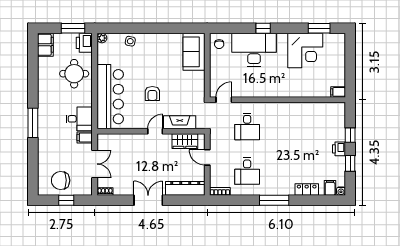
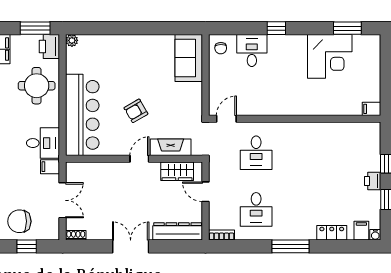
side table: (130, 41) -> (108, 44), removed
desk: (254, 50) -> (252, 50), width x0.53, depth x0.77
armchair: (152, 93) -> (136, 111), turned 60

